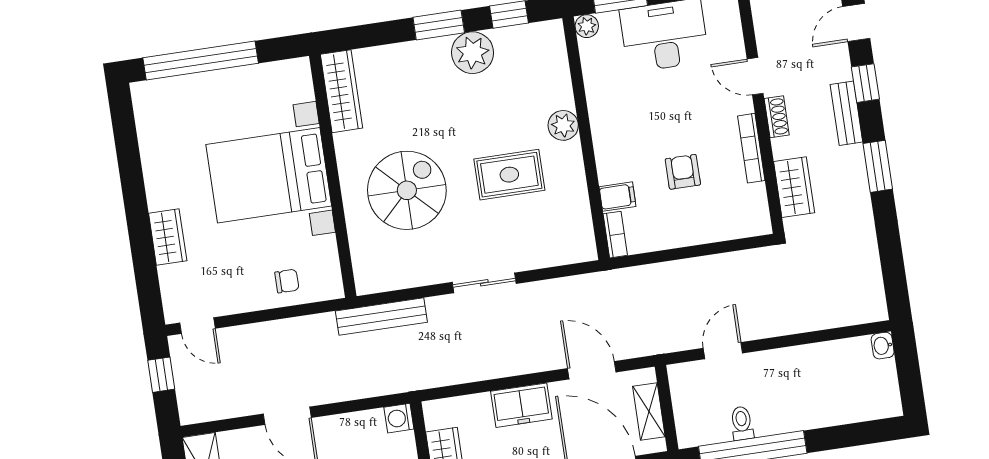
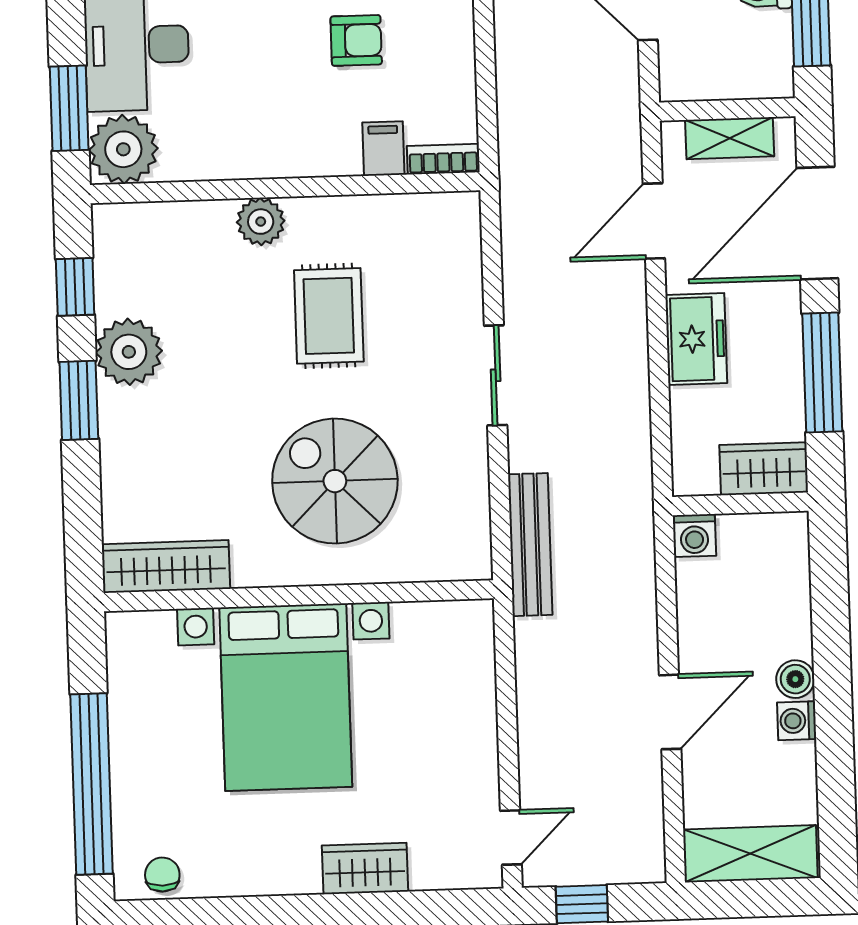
plant: (587, 26) -> (123, 149), width x1.87, depth x1.87
armchair: (683, 172) -> (356, 40), turned 180
chair: (287, 281) -> (162, 875), moved

